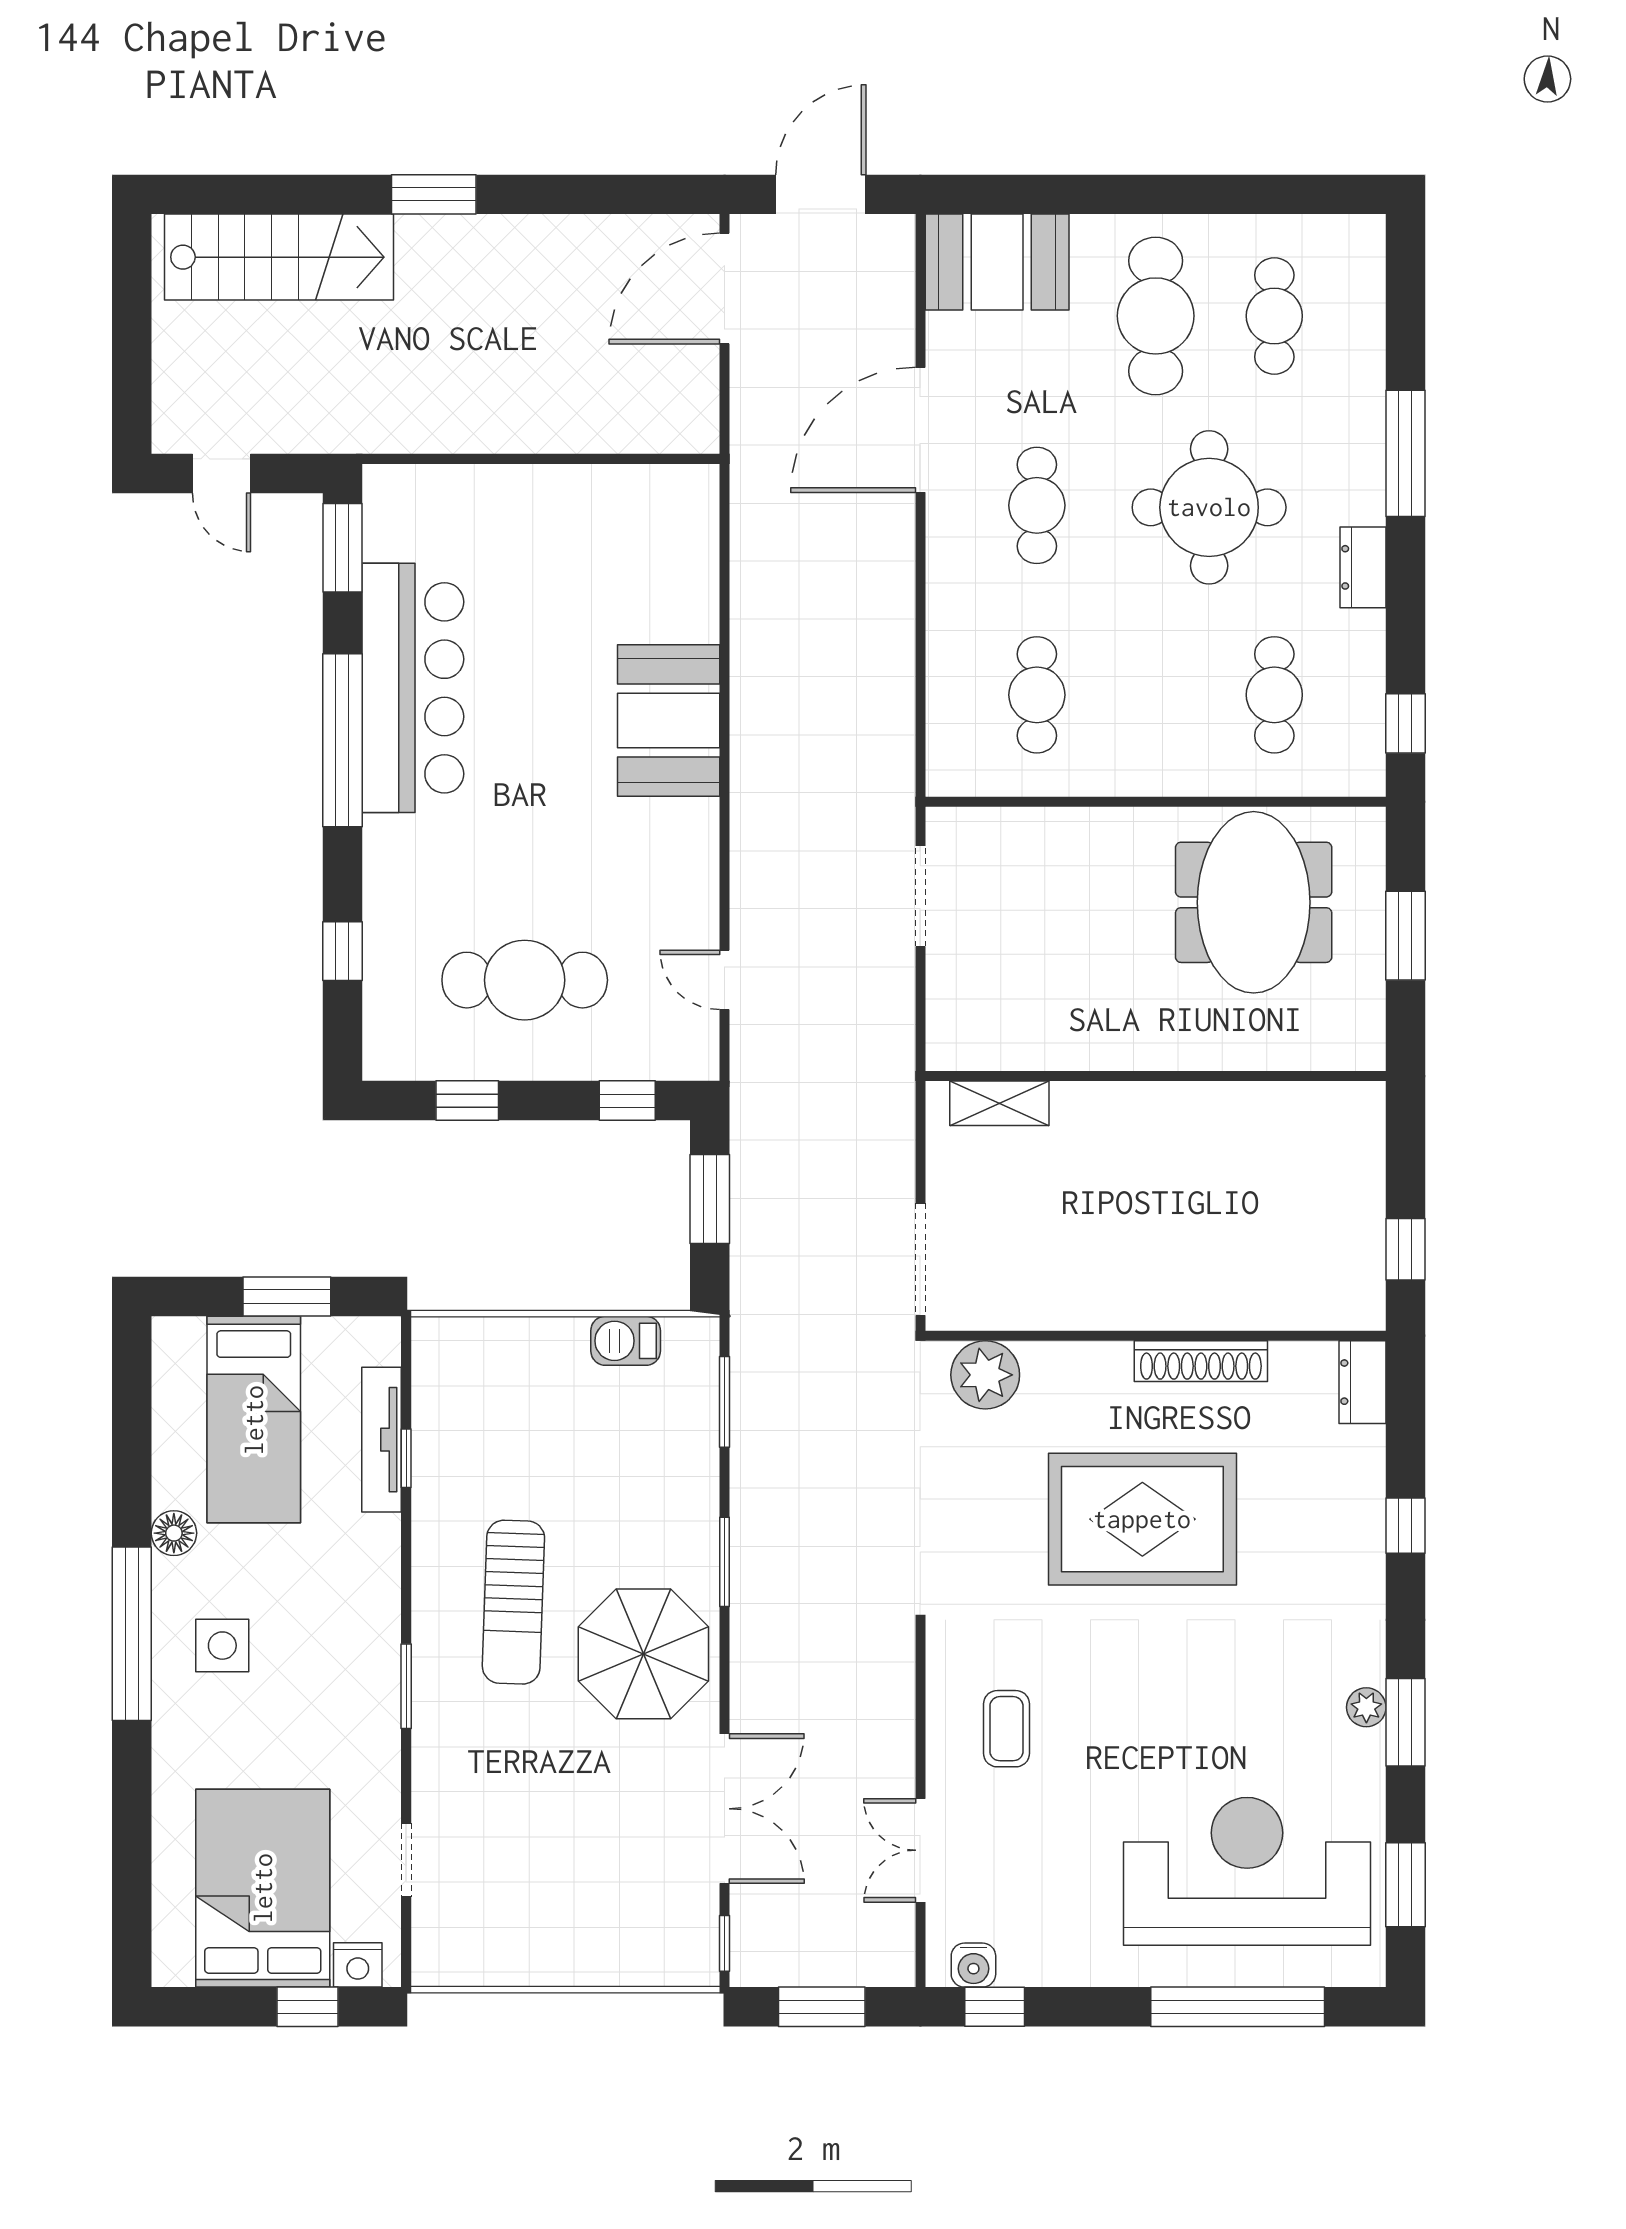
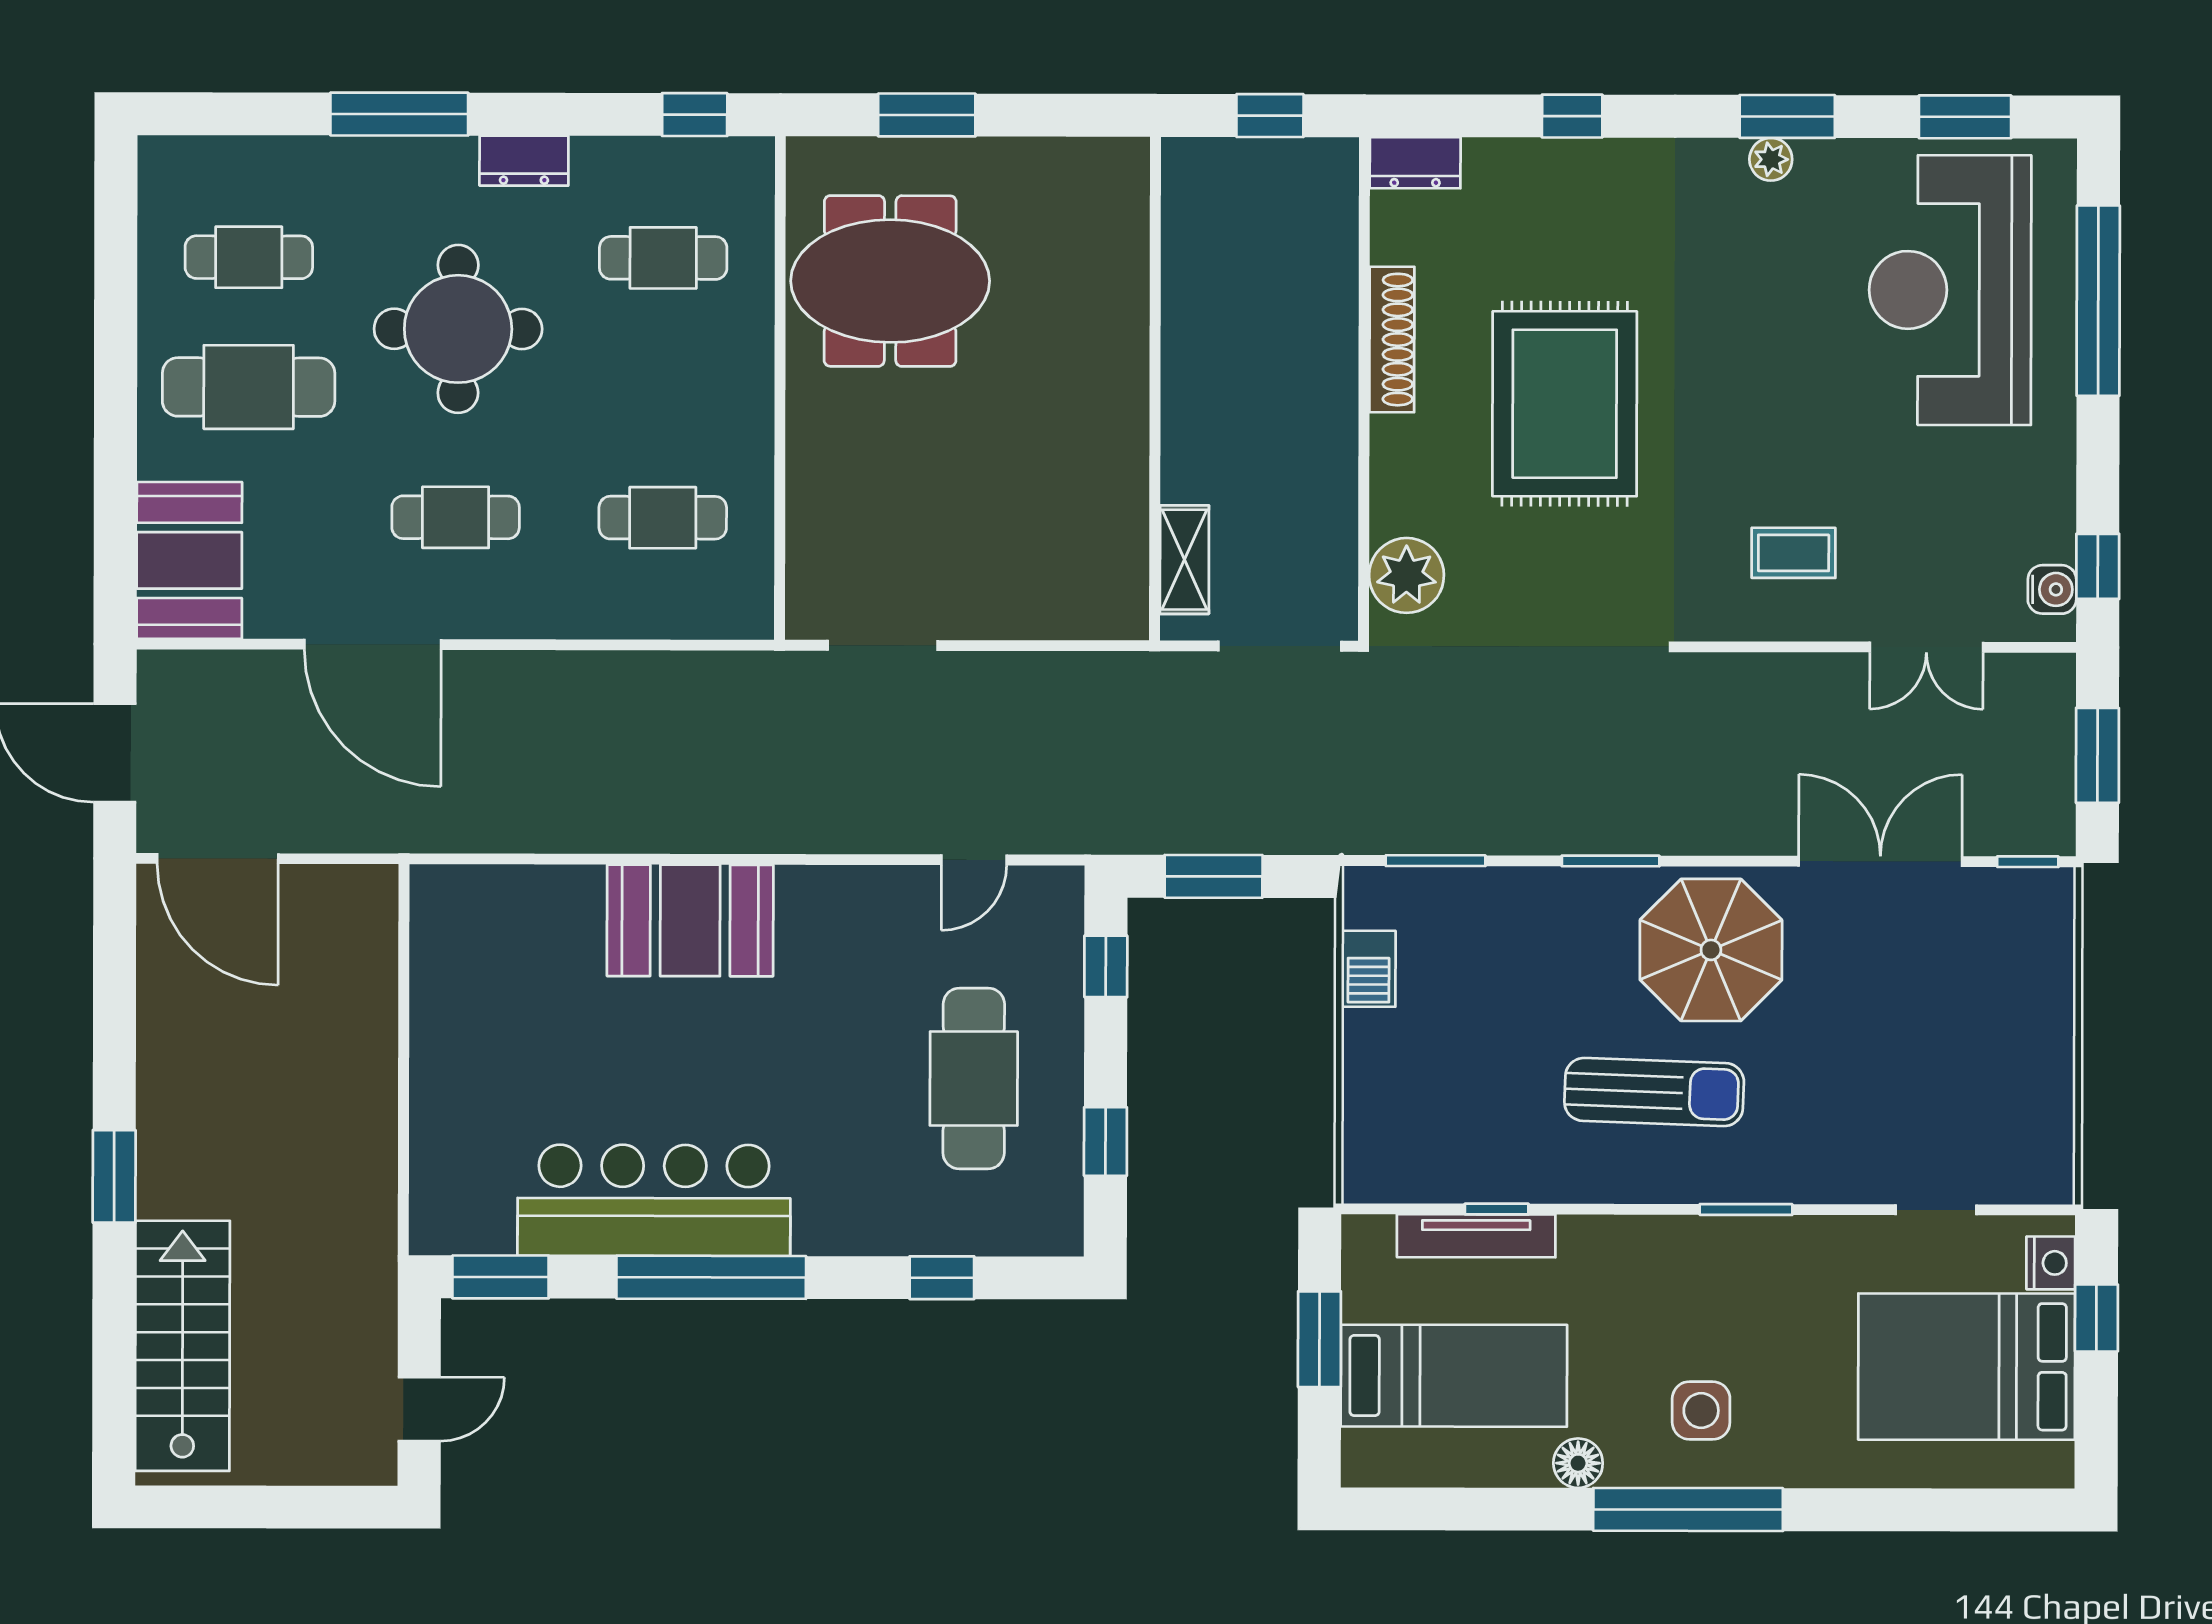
wall: (1156, 1076) -> (1155, 389), moved
shelving: (999, 1103) -> (1184, 560), moved

